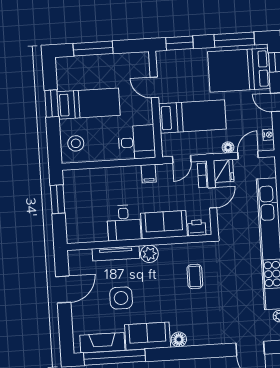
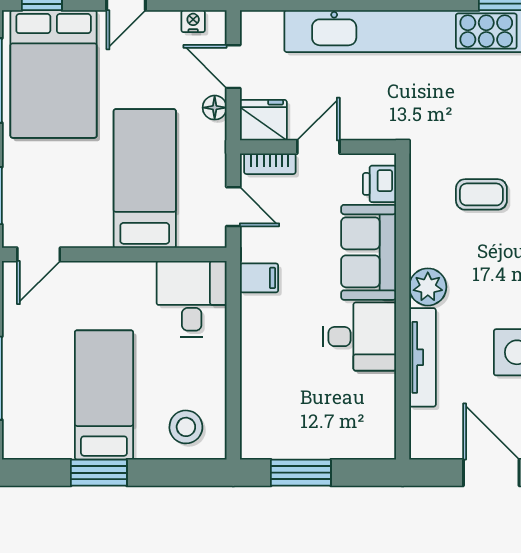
door: (154, 87) -> (39, 254), moved
door: (212, 198) -> (318, 147), hinge flipped

